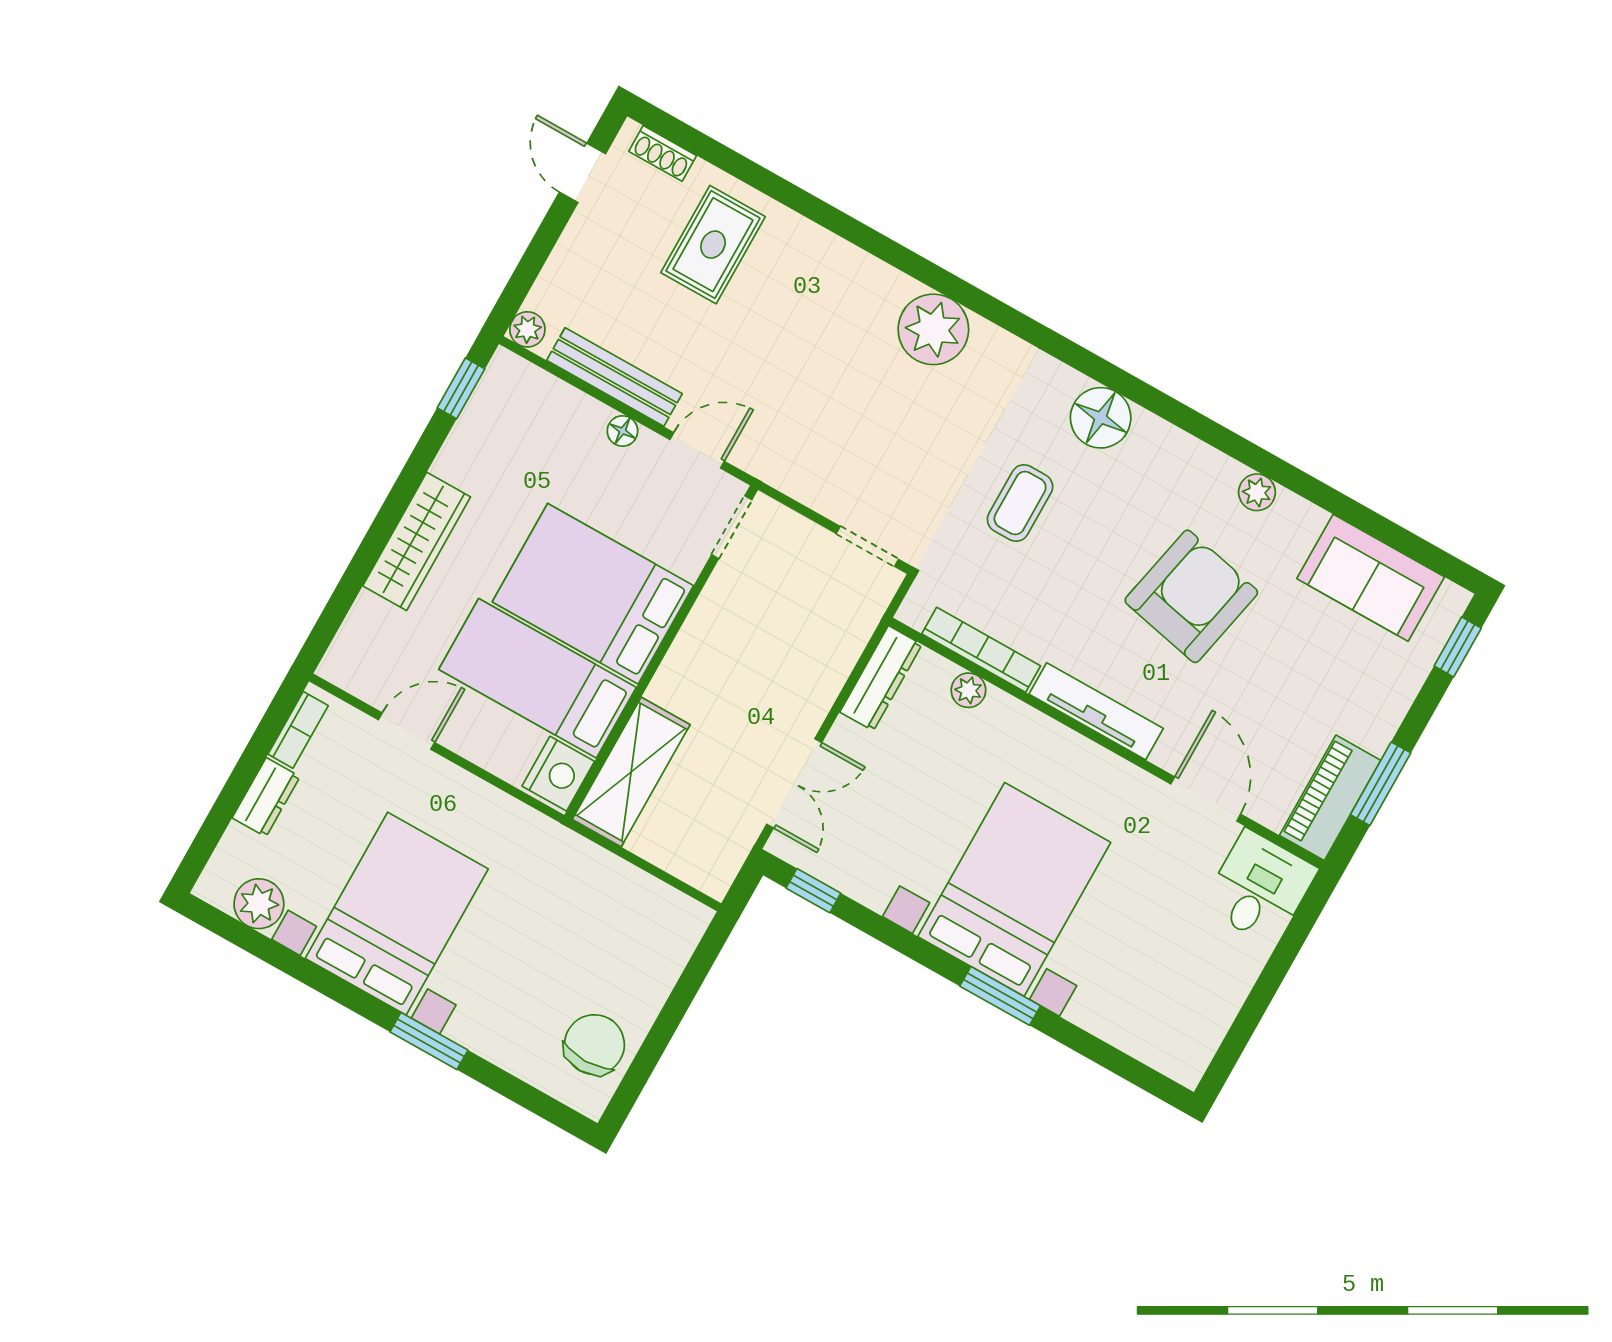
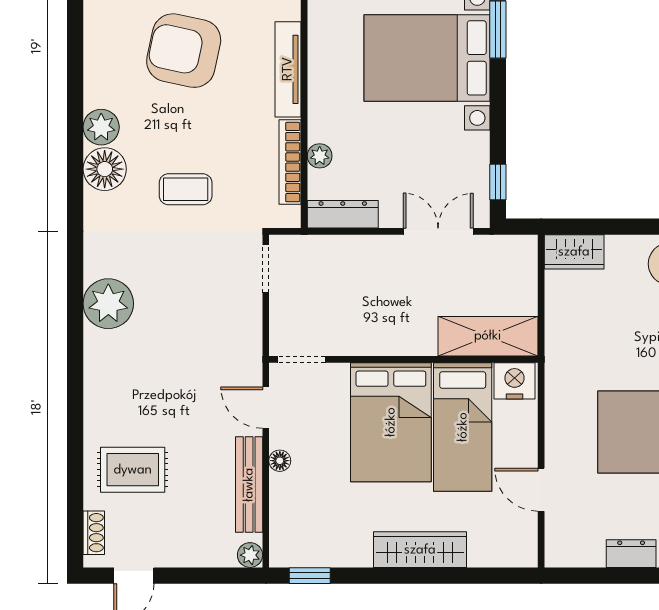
plant: (1257, 492) -> (101, 127), moved, width x1.38, depth x1.38
bookcase: (298, 730) -> (578, 557), removed
wardrobe: (675, 936) -> (574, 252), added

